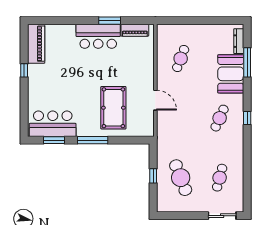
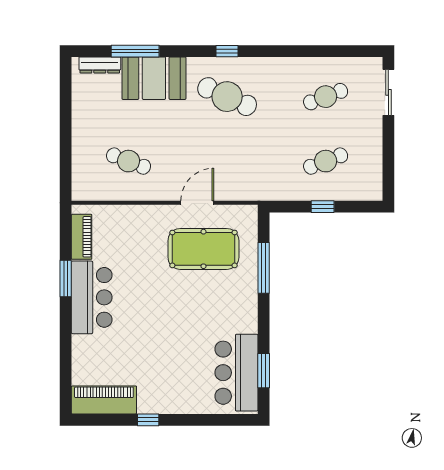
pool table: (113, 108) -> (203, 249), moved
cafe table: (220, 118) -> (227, 97), width x1.37, depth x1.35
window: (93, 140) -> (264, 268), moved
cafe table: (181, 178) -> (326, 161), width x0.73, depth x0.74
cafe table: (220, 178) -> (326, 97), turned -36

